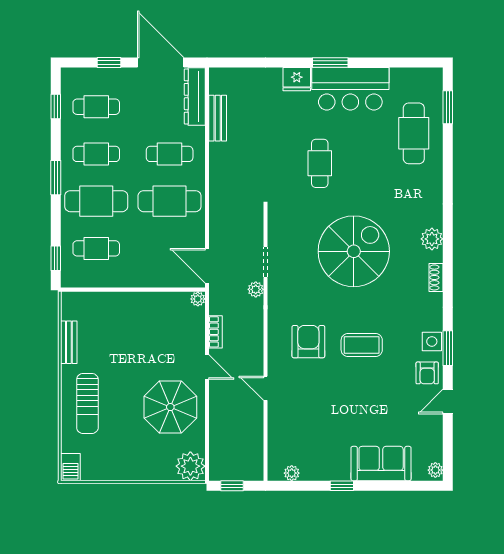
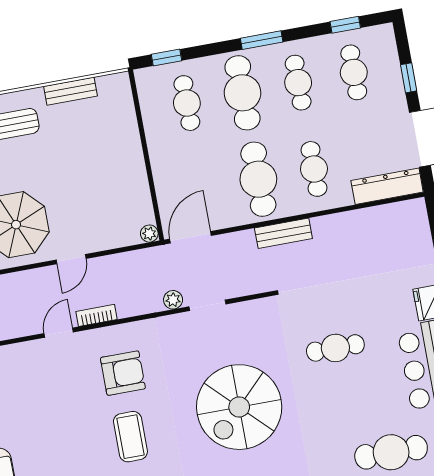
bench: (218, 118) -> (283, 233), moved
spiral stairs: (354, 251) -> (239, 407), turned 90
bookcase: (215, 332) -> (96, 315), moved, turned 180

